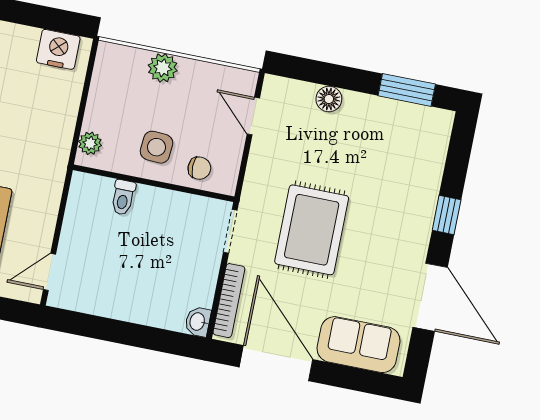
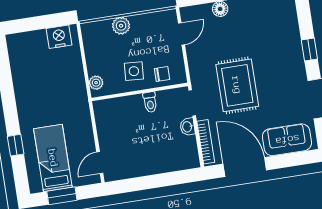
door: (253, 116) -> (181, 34), swing flipped
toilet: (123, 197) -> (150, 102), moved
washbasin: (198, 322) -> (187, 127), moved

